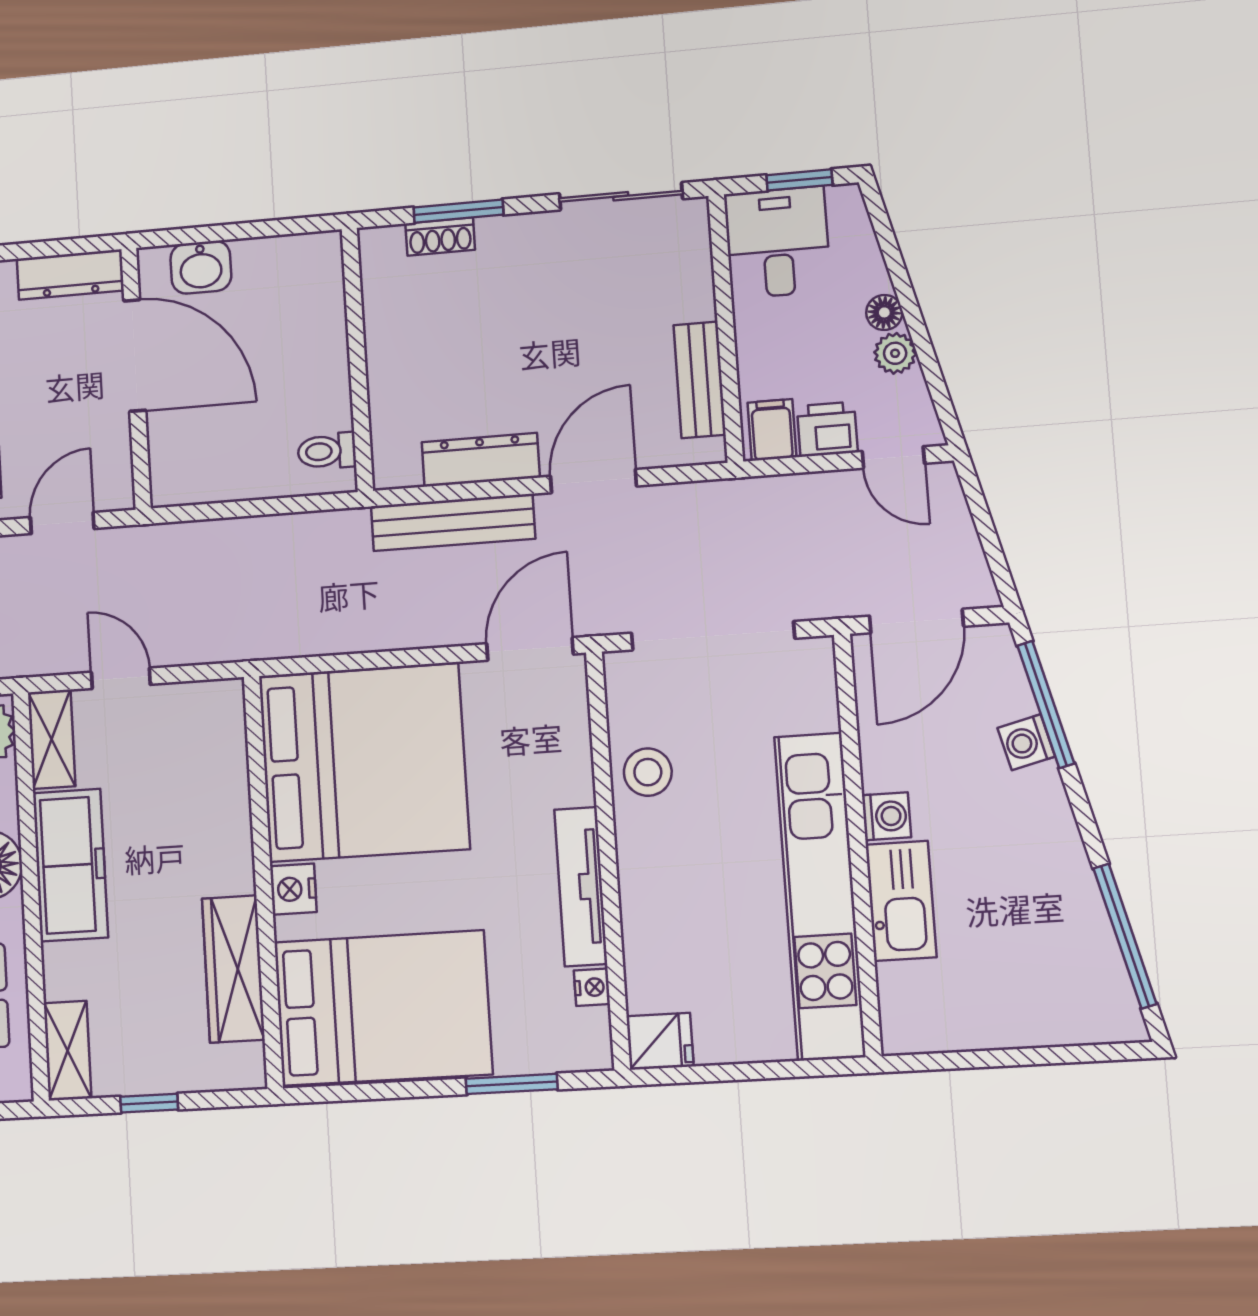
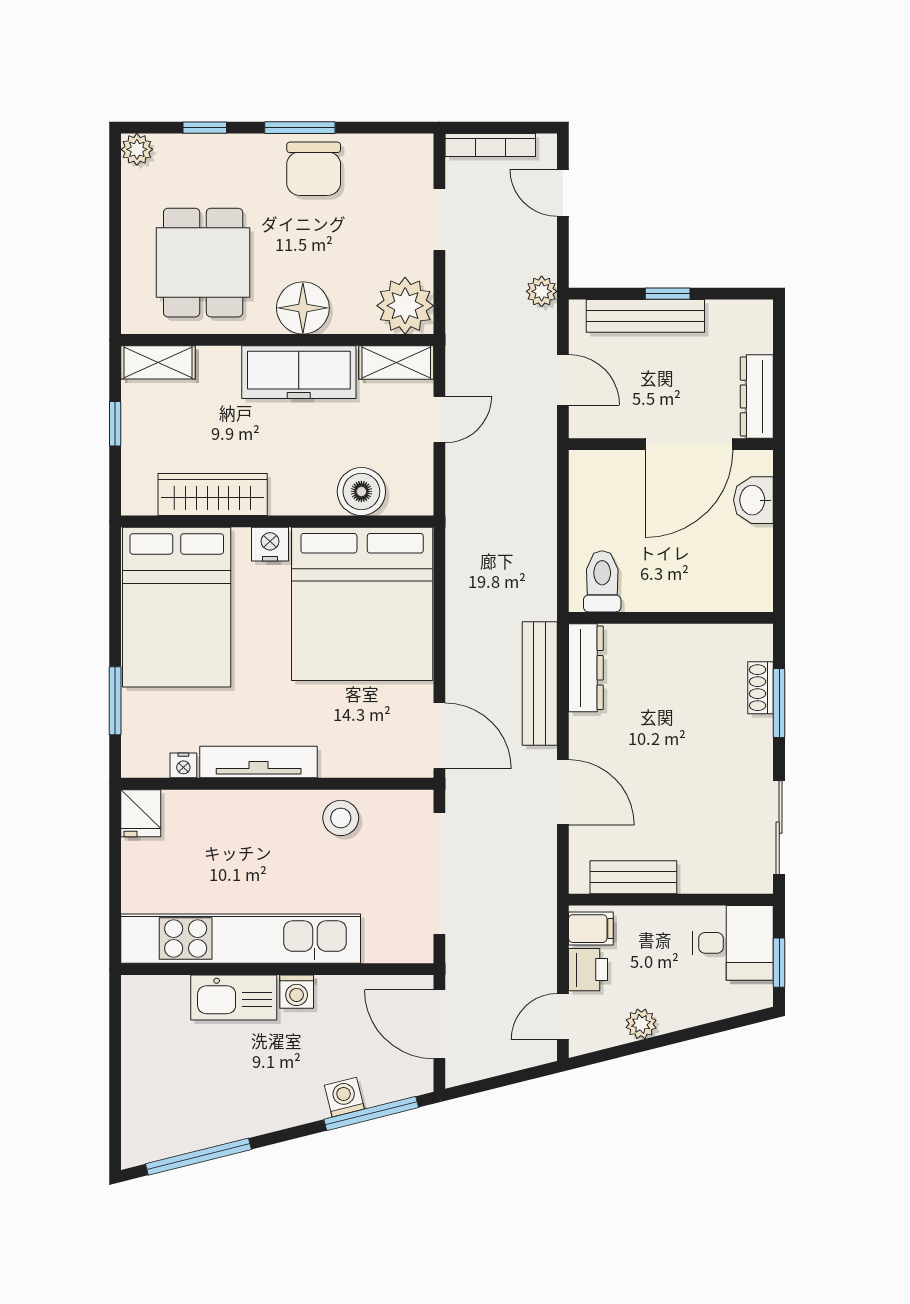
floor lamp: (884, 312) -> (673, 1018), removed
toilet: (327, 451) -> (602, 581), width x1.37, depth x1.39
dresser: (481, 460) -> (586, 668), moved
boiler: (218, 773) -> (361, 491), added

